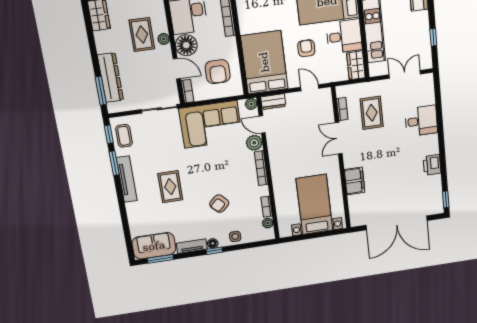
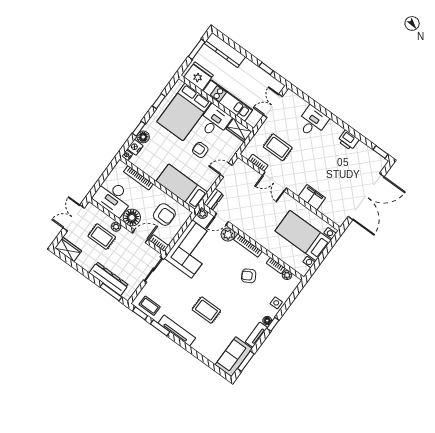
bed: (264, 62) -> (182, 187), width x0.67
armchair: (219, 204) -> (249, 276), moved, turned 105

